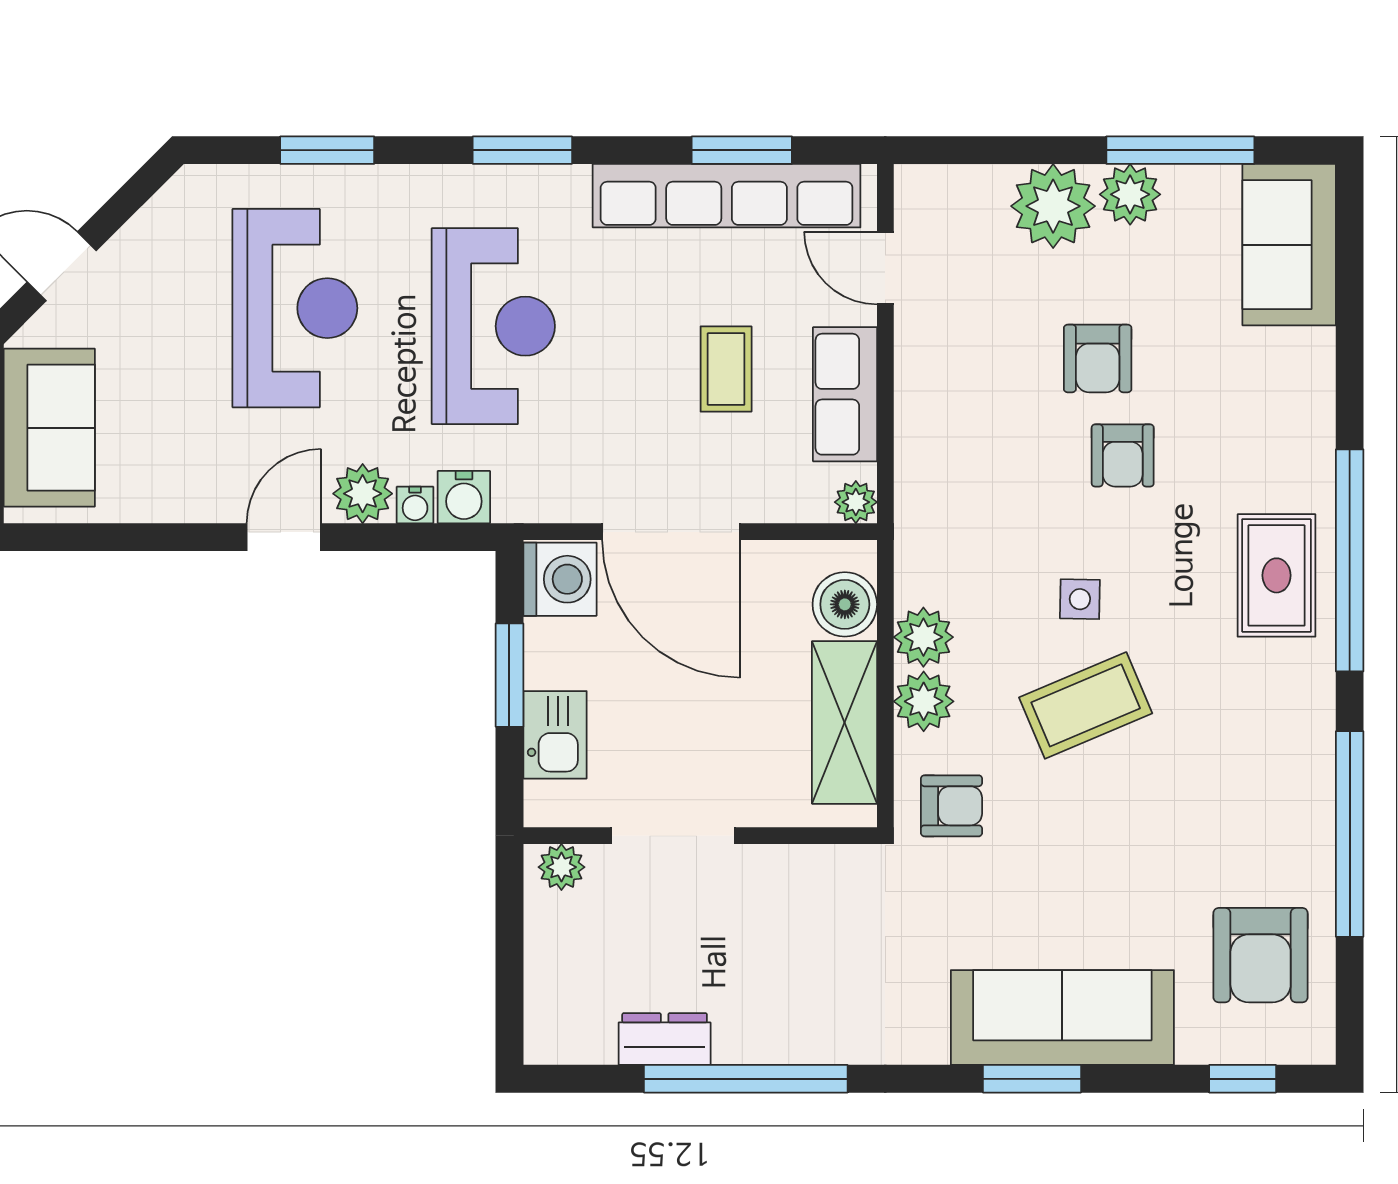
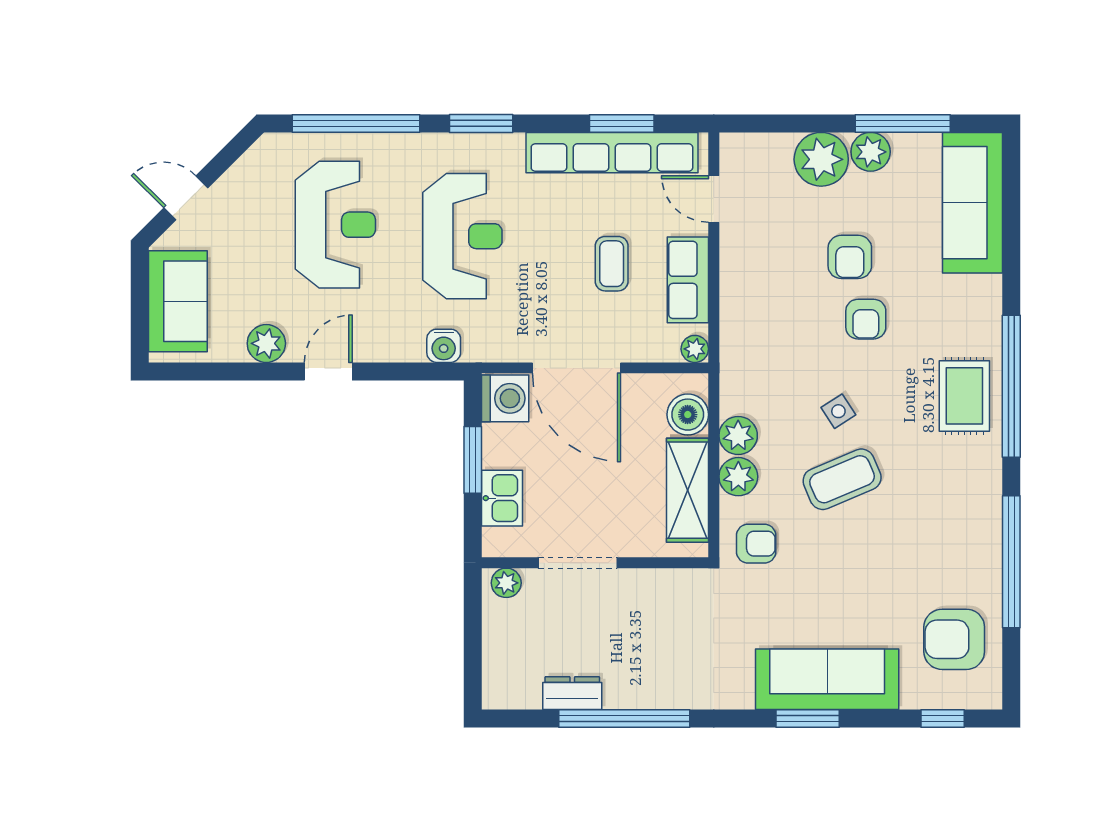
window: (327, 150) -> (356, 123), width x2.11
sofa: (1289, 245) -> (973, 203), width x1.36
plant: (363, 494) -> (266, 343), moved
water cooler: (415, 505) -> (412, 351), removed
side table: (1080, 599) -> (838, 411), turned -34
armchair: (1261, 955) -> (954, 639), turned 90

